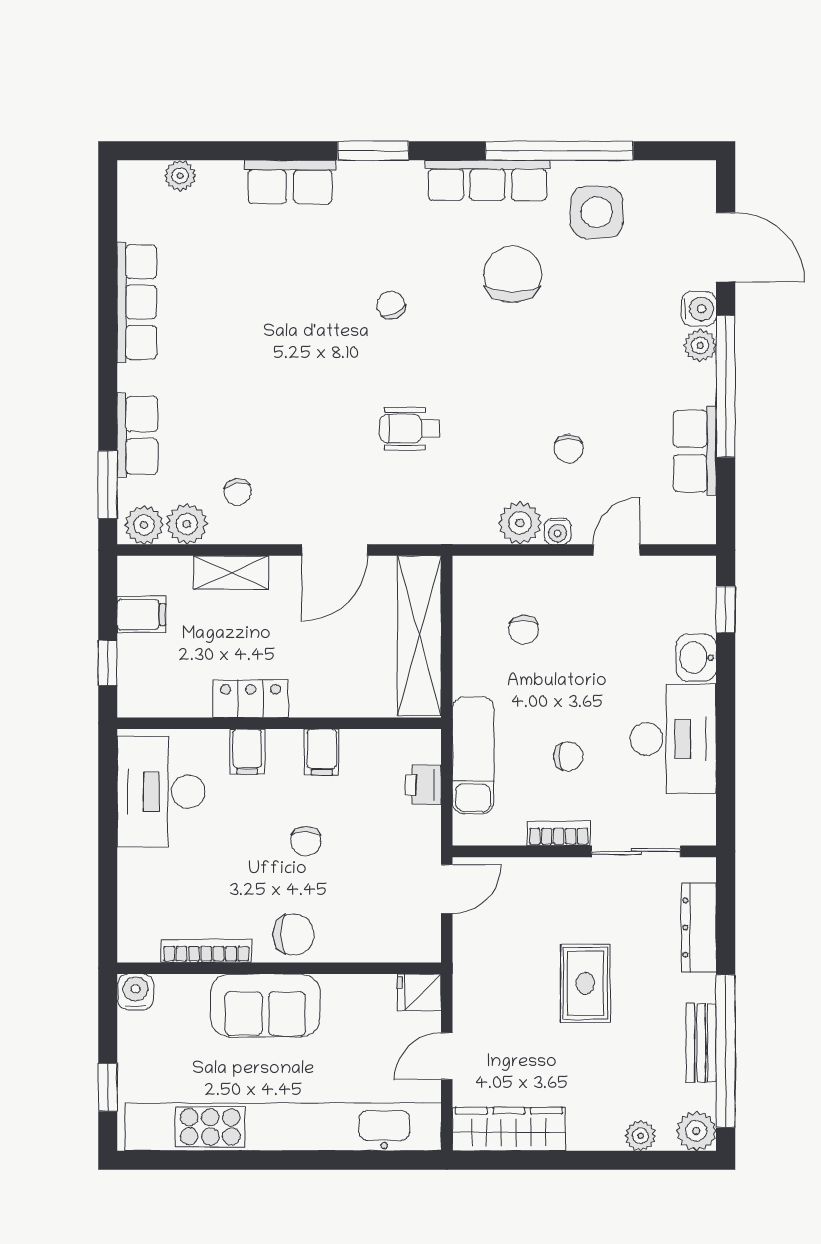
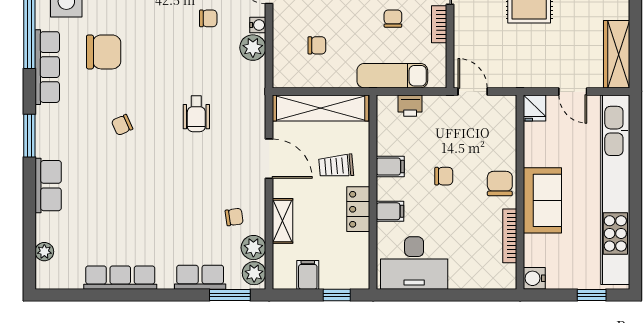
chair: (513, 274) -> (104, 52), turned 180
trolley: (323, 662) -> (336, 166), added

